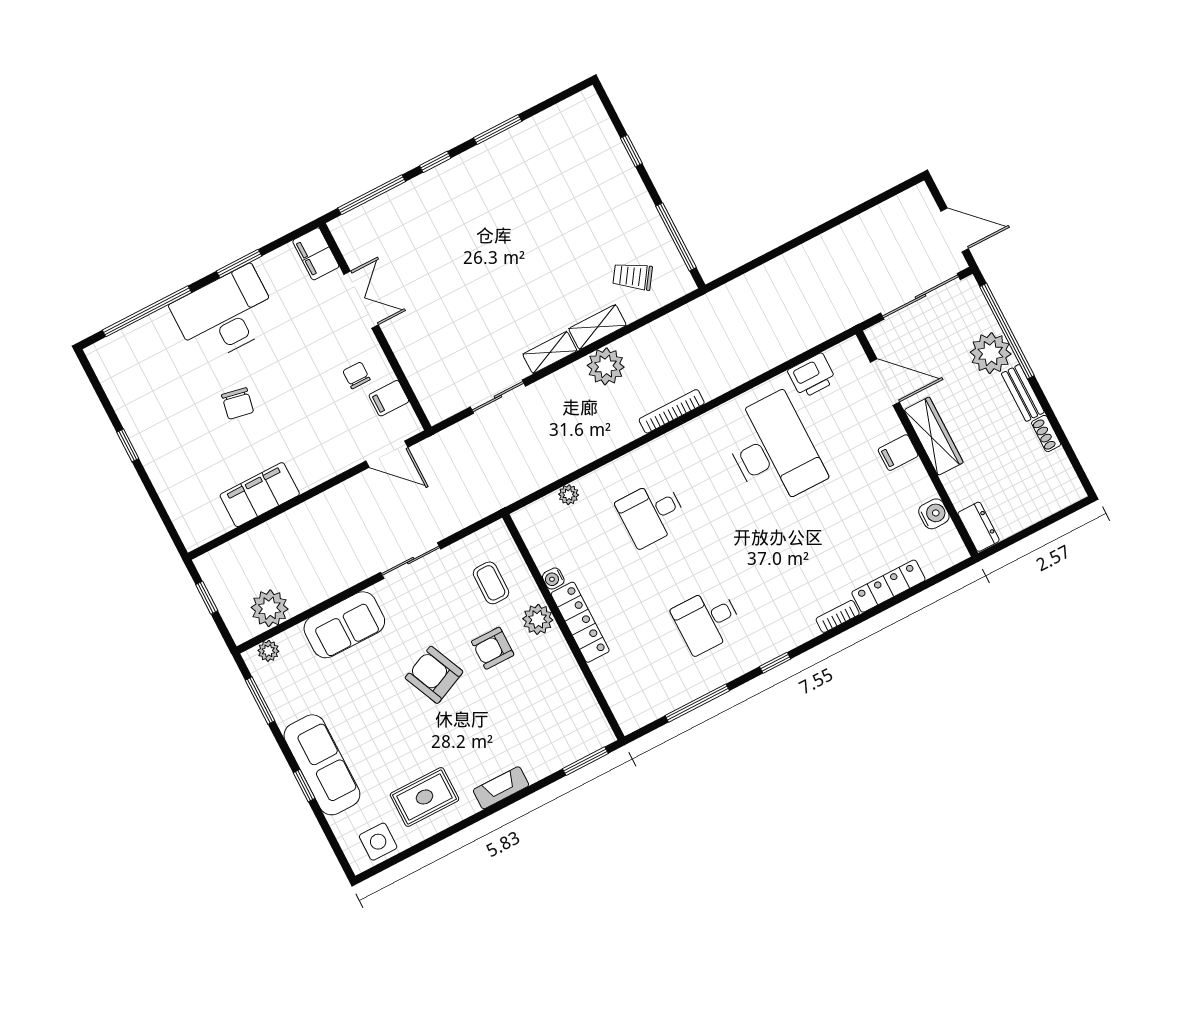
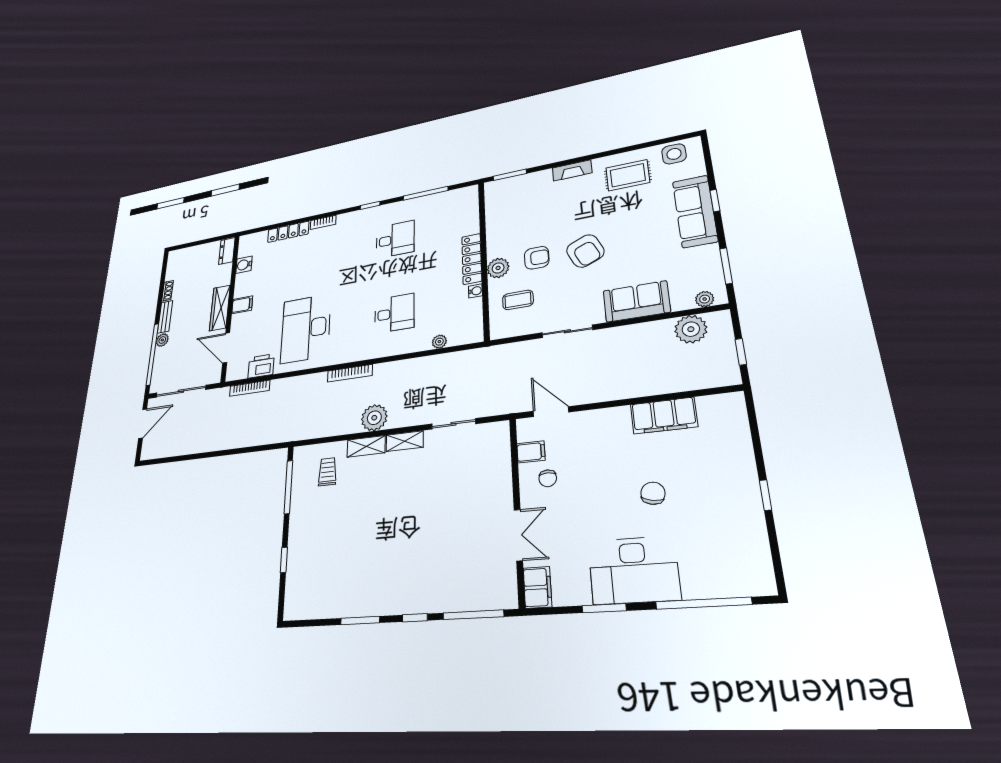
door: (955, 230) -> (143, 424), swing flipped
trolley: (633, 276) -> (327, 472), turned -124
double door: (361, 300) -> (518, 535), swing flipped
bookcase: (811, 339) -> (250, 388), added
plant: (991, 353) -> (162, 340), width x0.53, depth x0.53
coffee table: (491, 583) -> (518, 300), turned 90

